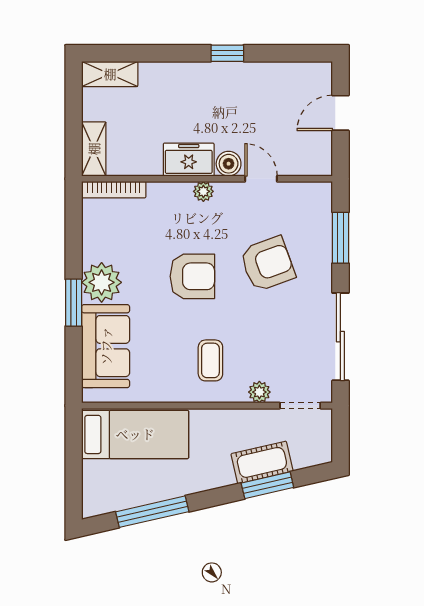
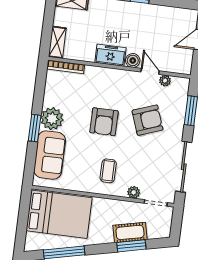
plant: (203, 191) -> (165, 81), moved
armchair: (192, 276) -> (104, 122), turned 90
bed: (135, 434) -> (59, 214), width x1.50

